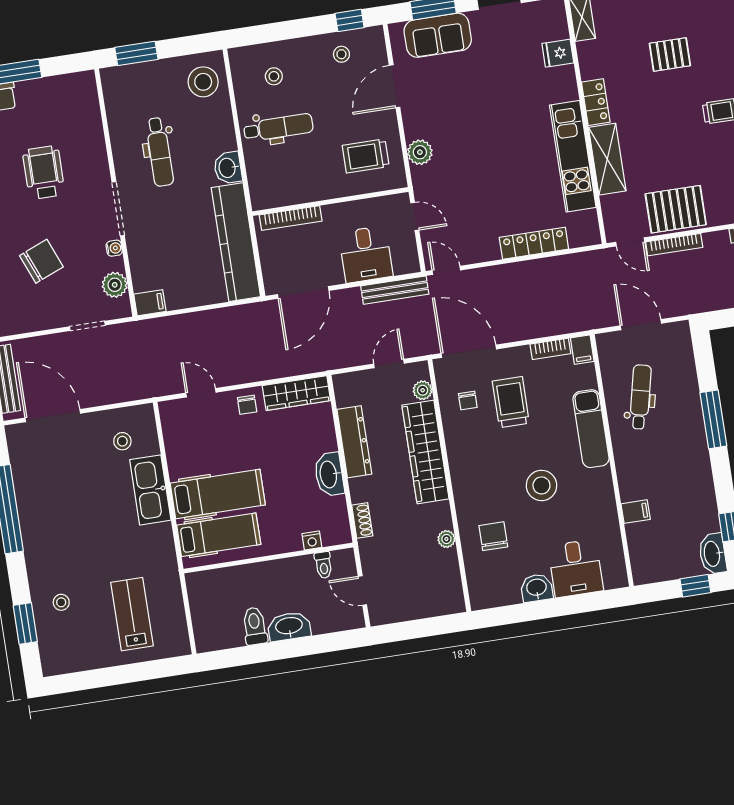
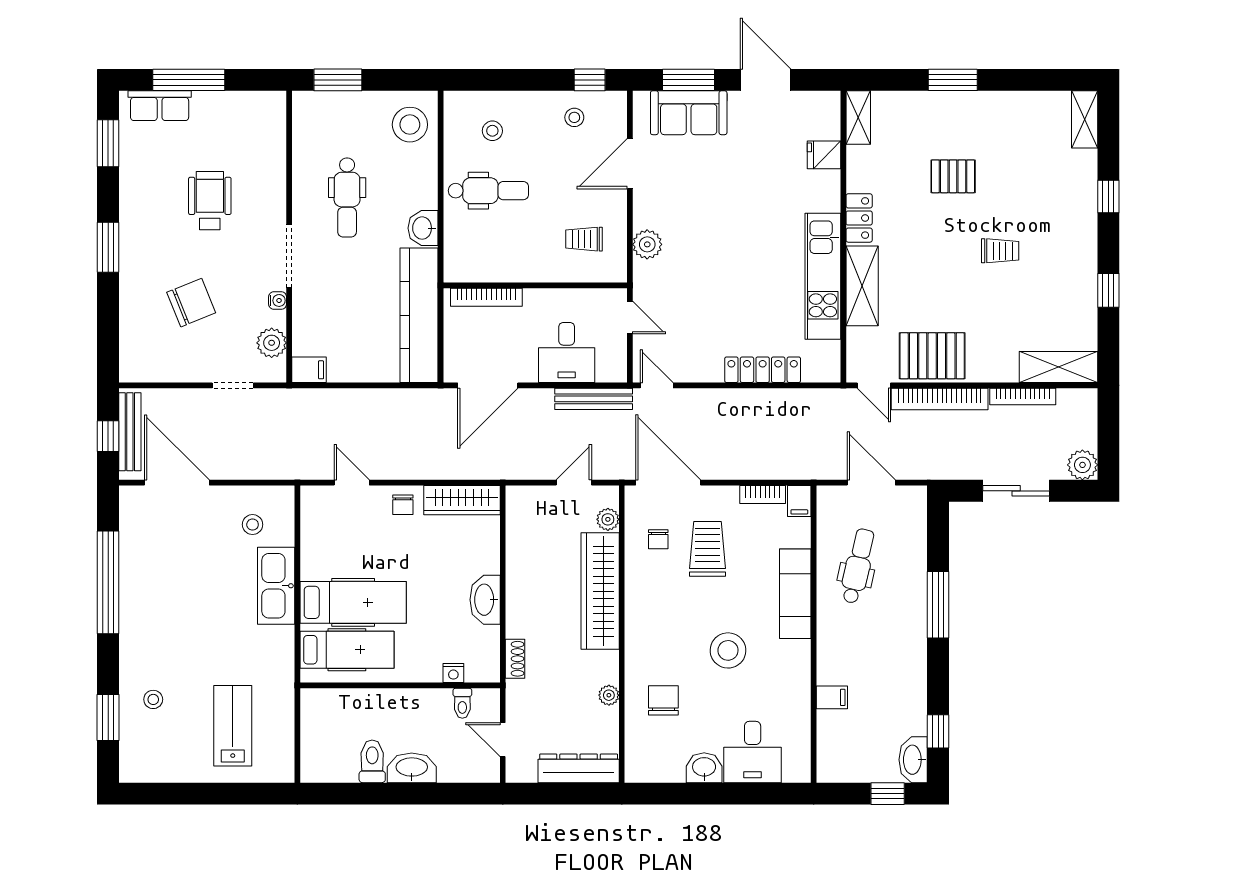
trolley: (366, 156) -> (584, 239), width x0.73, depth x0.72
bookcase: (674, 245) -> (940, 399), width x1.48, depth x1.31
dresser: (354, 442) -> (579, 768), moved, turned -90

